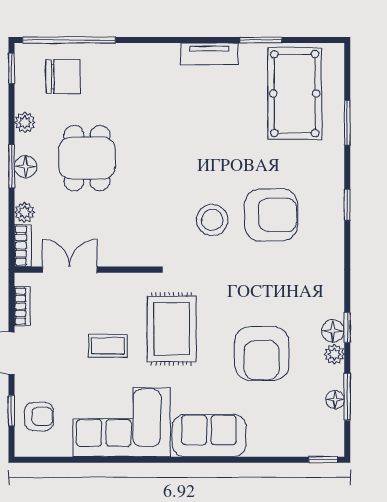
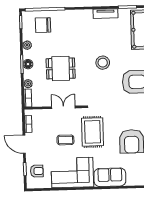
chair: (63, 77) -> (43, 25), turned 180
dining table: (87, 158) -> (61, 68), moved, turned 90
stool: (212, 220) -> (103, 63), moved
double door: (70, 270) -> (63, 107), moved

